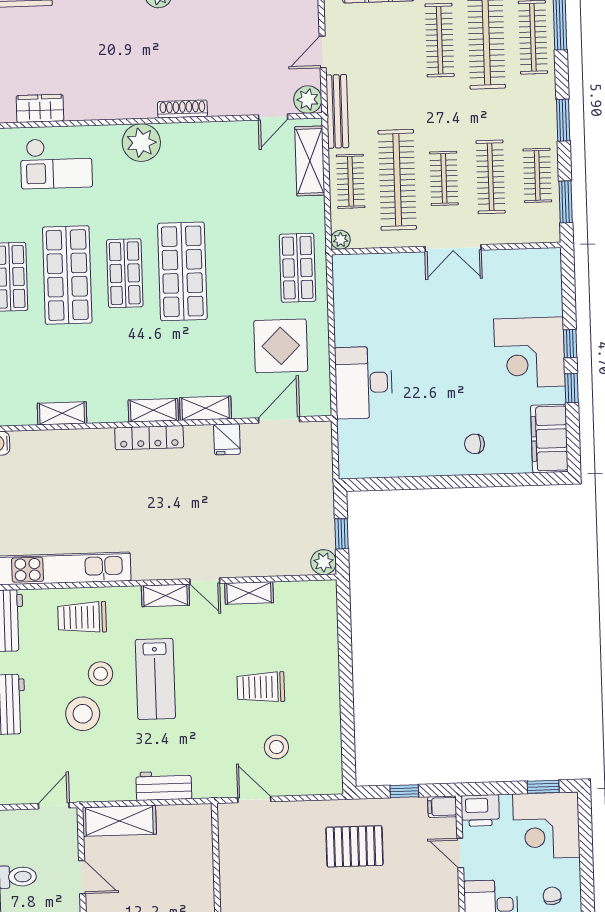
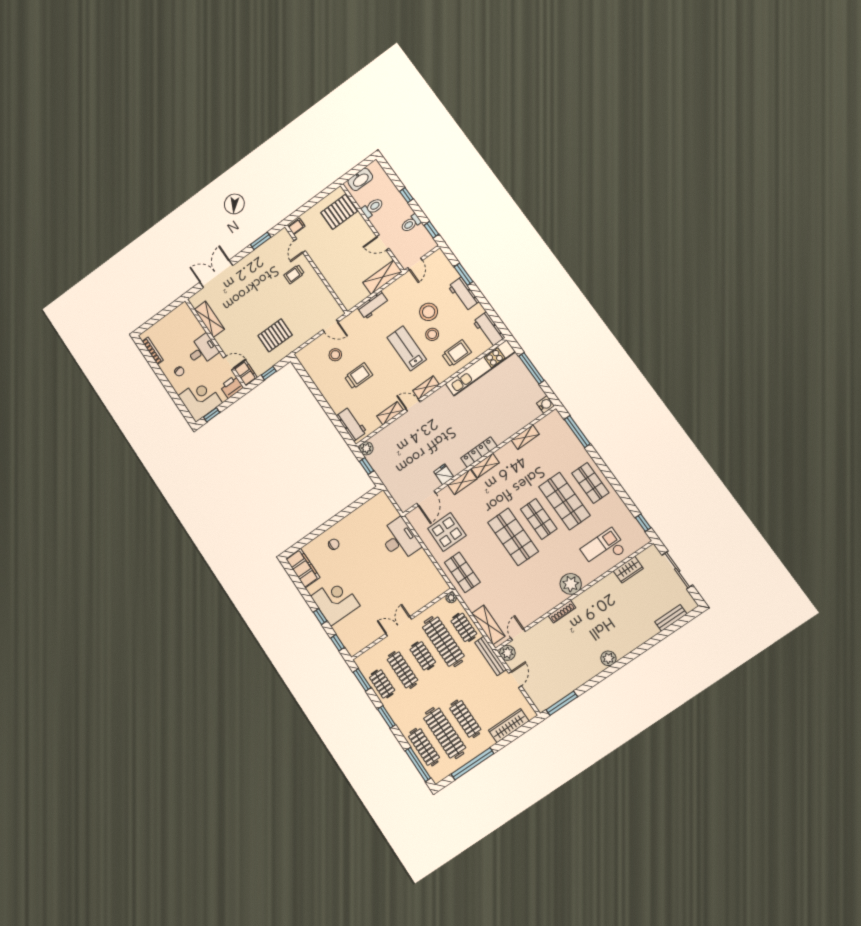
window: (571, 388) -> (337, 643), moved
workbench: (322, 617) -> (351, 424), added
filing cabinet: (442, 807) -> (246, 373), width x2.00

